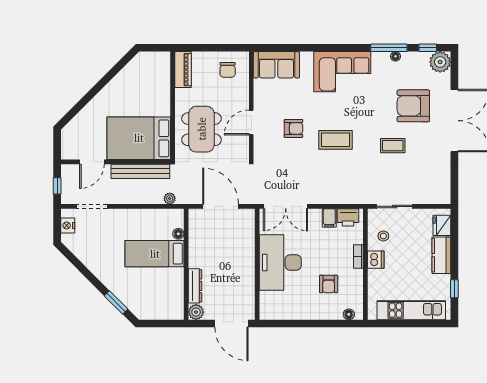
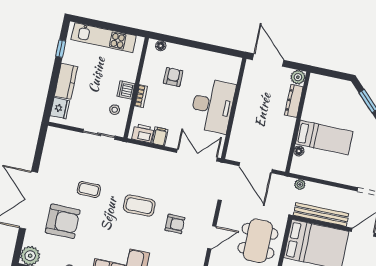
armchair: (294, 128) -> (175, 224), turned 180

